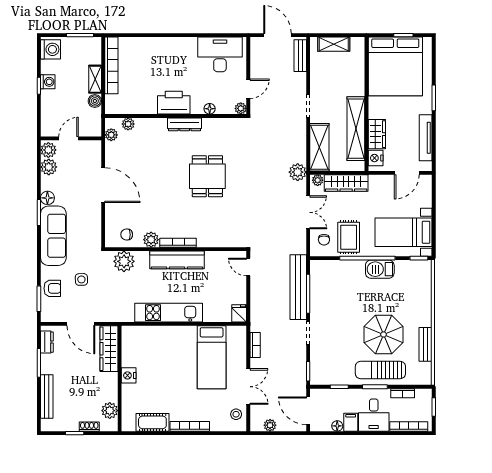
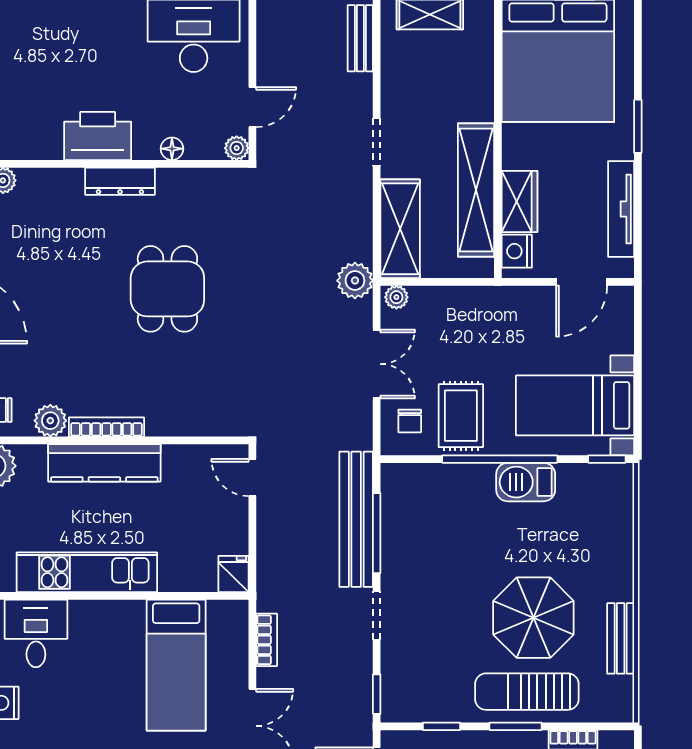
wardrobe: (346, 183) -> (456, 303), removed
desk: (144, 342) -> (36, 633), added

